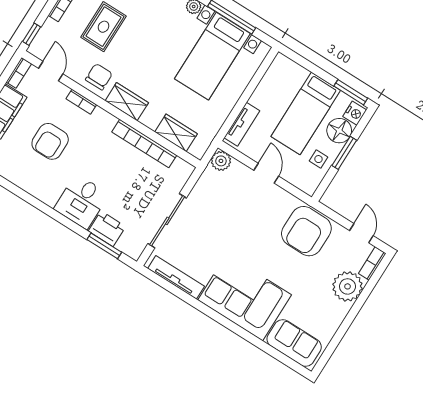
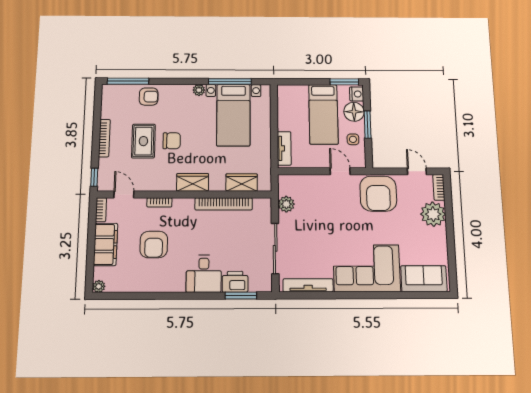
chair: (99, 77) -> (172, 141), moved, turned 90
plant: (221, 161) -> (286, 204), moved
door: (266, 173) -> (340, 171), moved

